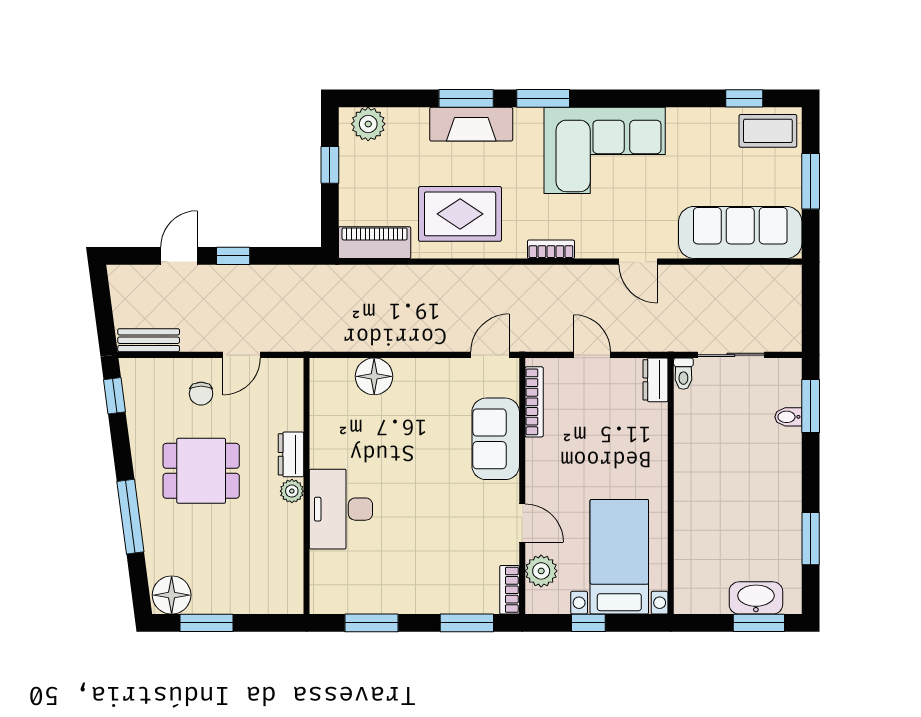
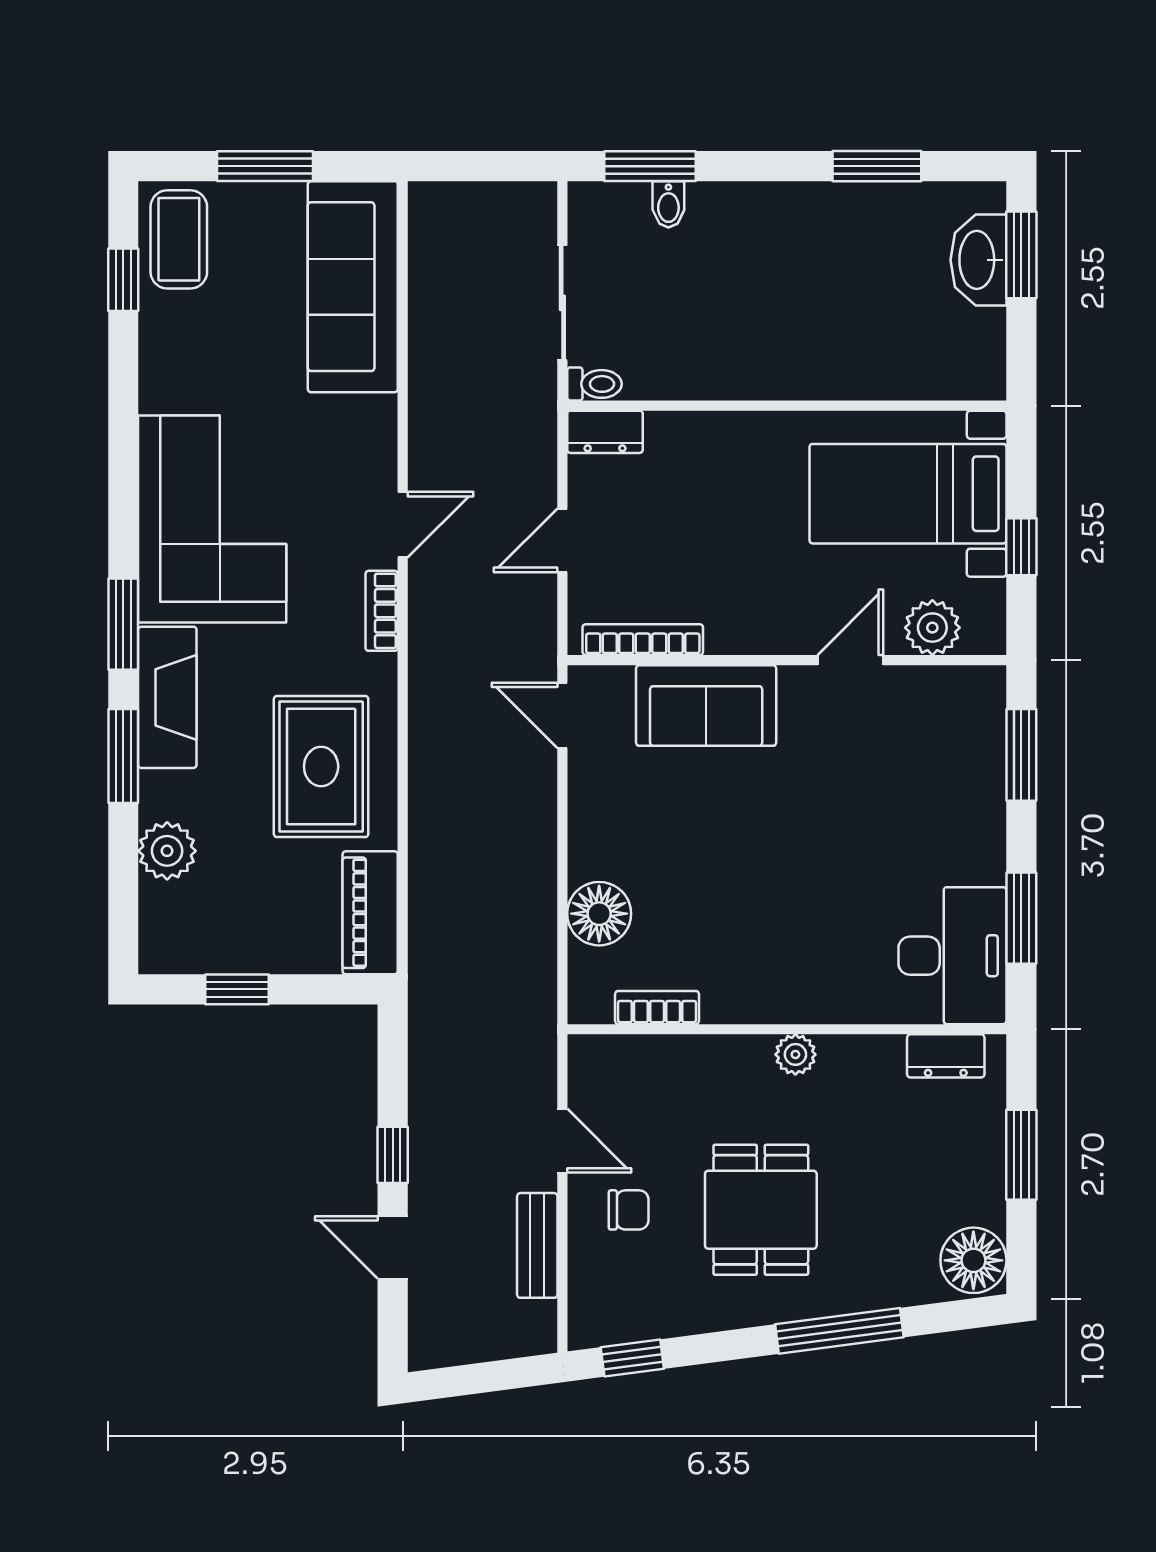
plant: (368, 124) -> (167, 851), moved
fireplace: (471, 124) -> (167, 697), moved
door: (638, 262) -> (403, 525), moved
bench: (149, 340) -> (537, 1245), moved
dresser: (291, 454) -> (946, 1056), moved
desk: (341, 509) -> (952, 956), moved, turned -90
bookcase: (510, 590) -> (657, 1008), moved, turned 180
window: (206, 623) -> (1021, 1155), moved

